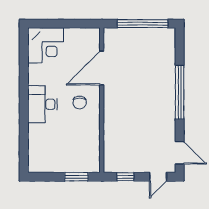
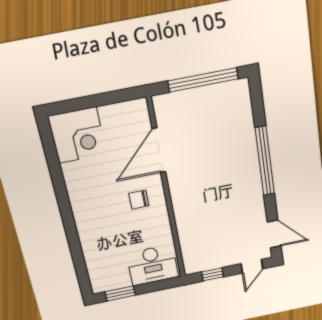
chair: (80, 102) -> (139, 200), turned 90
desk: (42, 104) -> (152, 265), moved, turned -90
window: (76, 177) -> (120, 293), moved

